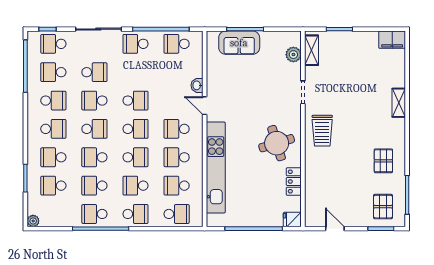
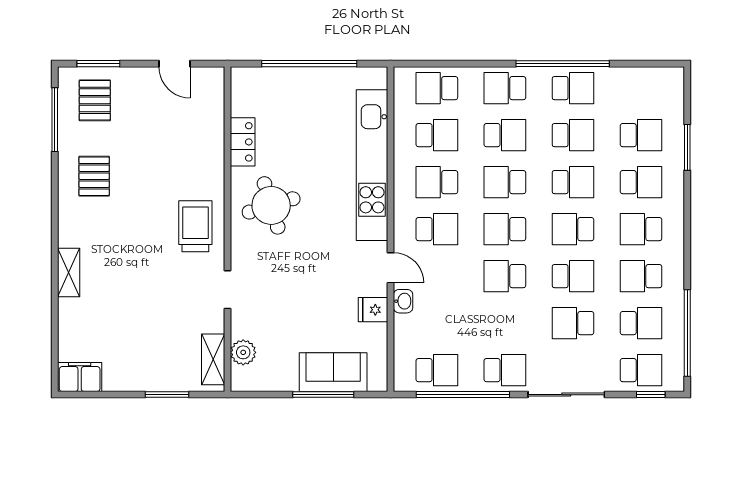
school desk: (177, 157) -> (437, 182), turned 180
fridge: (292, 220) -> (373, 310), moved, turned 180
plant: (33, 221) -> (674, 76), removed

